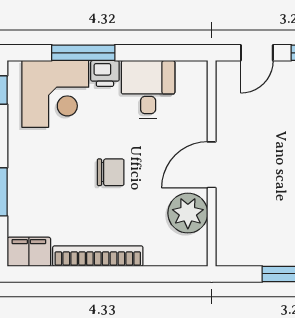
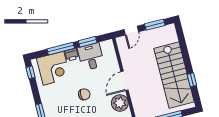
window: (150, 53) -> (88, 42), added

